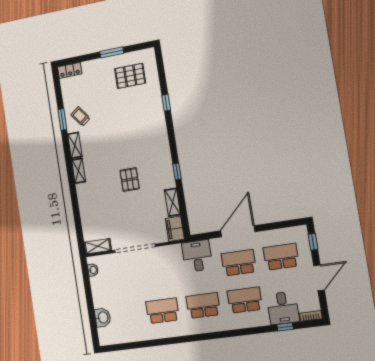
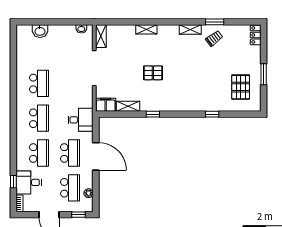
shelving: (79, 171) -> (146, 29), moved
plant: (284, 233) -> (88, 193), added

